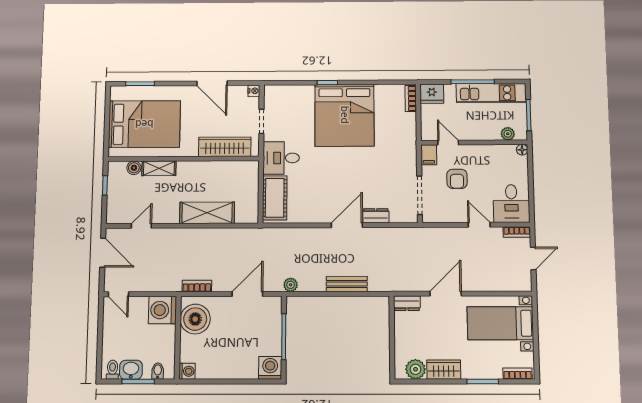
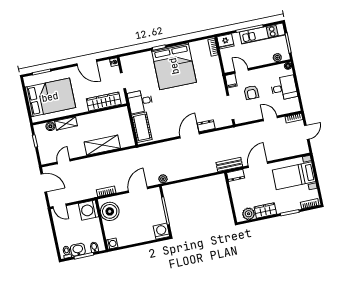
desk: (511, 204) -> (284, 88), moved, turned -90
bench: (347, 284) -> (229, 164), moved

